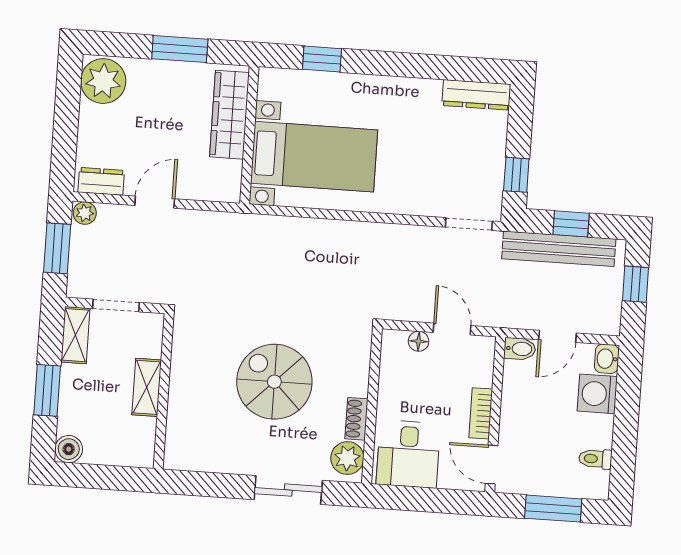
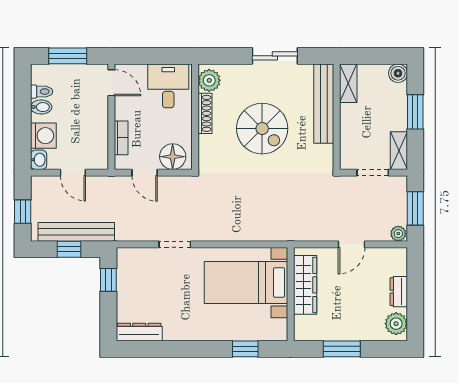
plant: (103, 81) -> (396, 324), width x0.73, depth x0.73
wardrobe: (229, 115) -> (305, 285), moved
dresser: (101, 181) -> (399, 292), moved, turned 90
doorway: (469, 224) -> (175, 244), moved
door: (557, 336) -> (73, 173), swing flipped
floor lamp: (419, 341) -> (173, 157), width x1.89, depth x1.89
bidet: (520, 349) -> (41, 107), moved, turned 180
shelving: (147, 387) -> (348, 83), moved
bench: (181, 412) -> (324, 104), added
bookcase: (481, 413) -> (121, 138), moved
shoe rack: (356, 419) -> (205, 113), width x1.43
sliding door: (288, 490) -> (275, 56), moved

